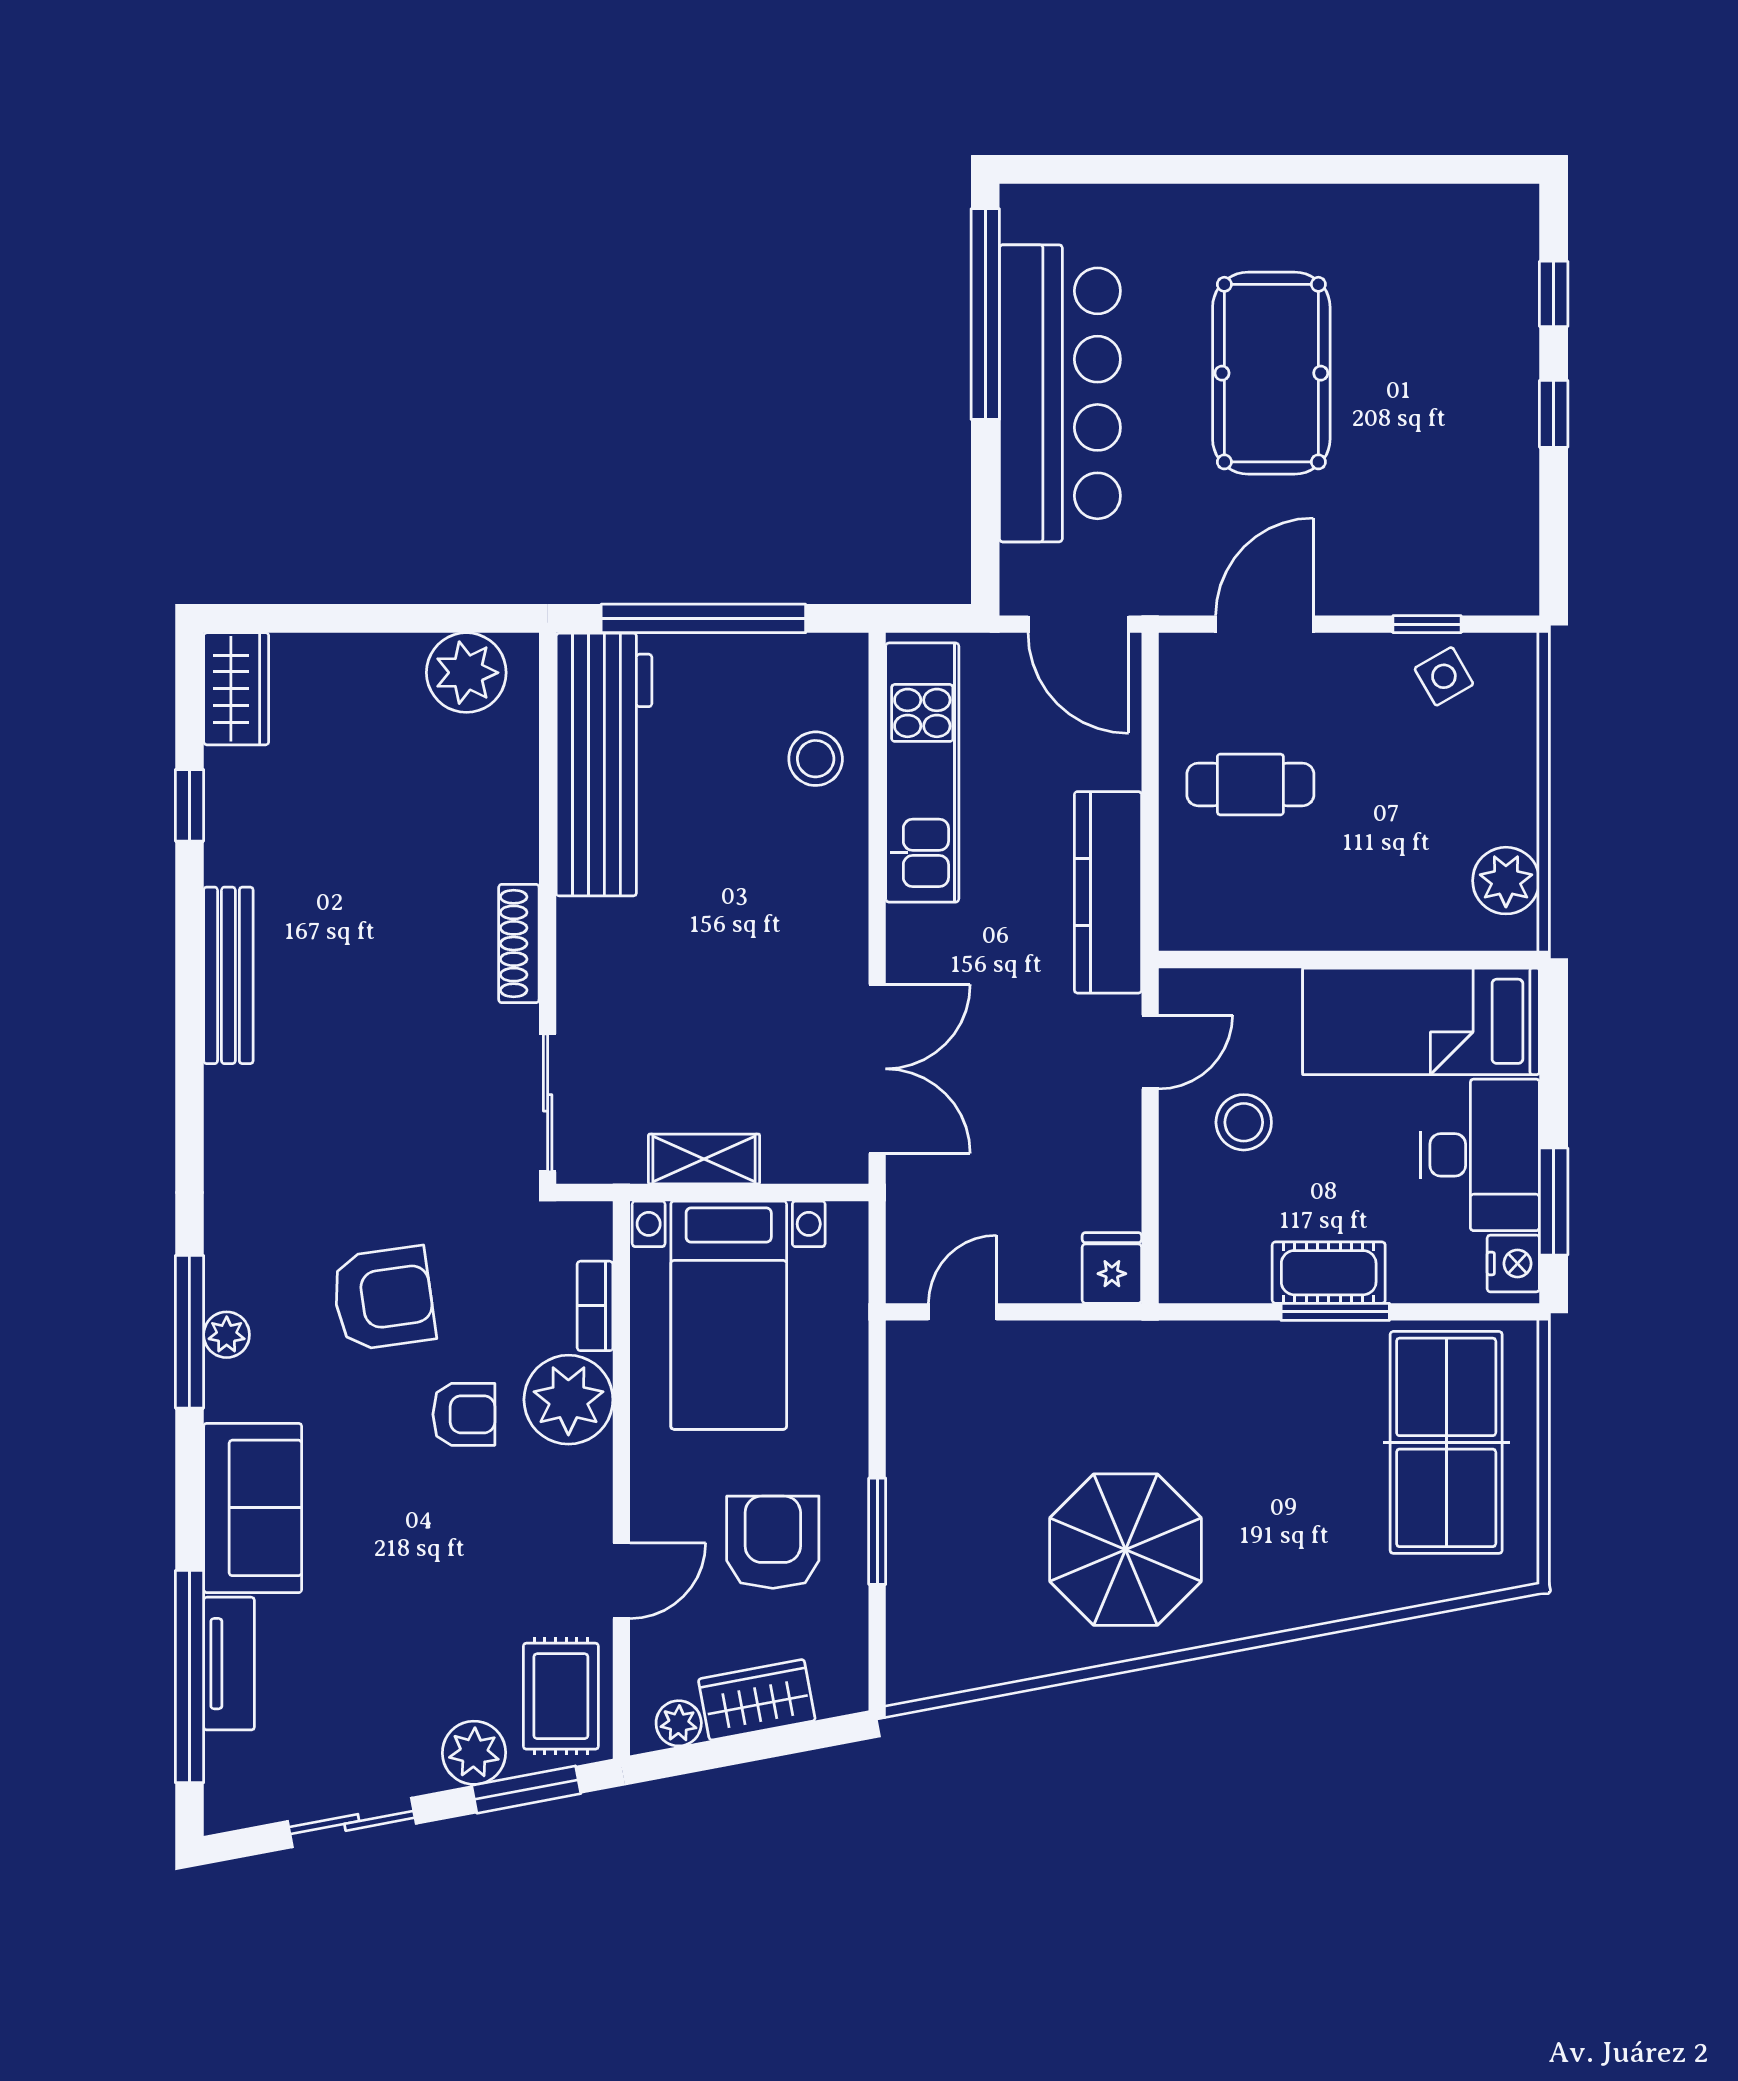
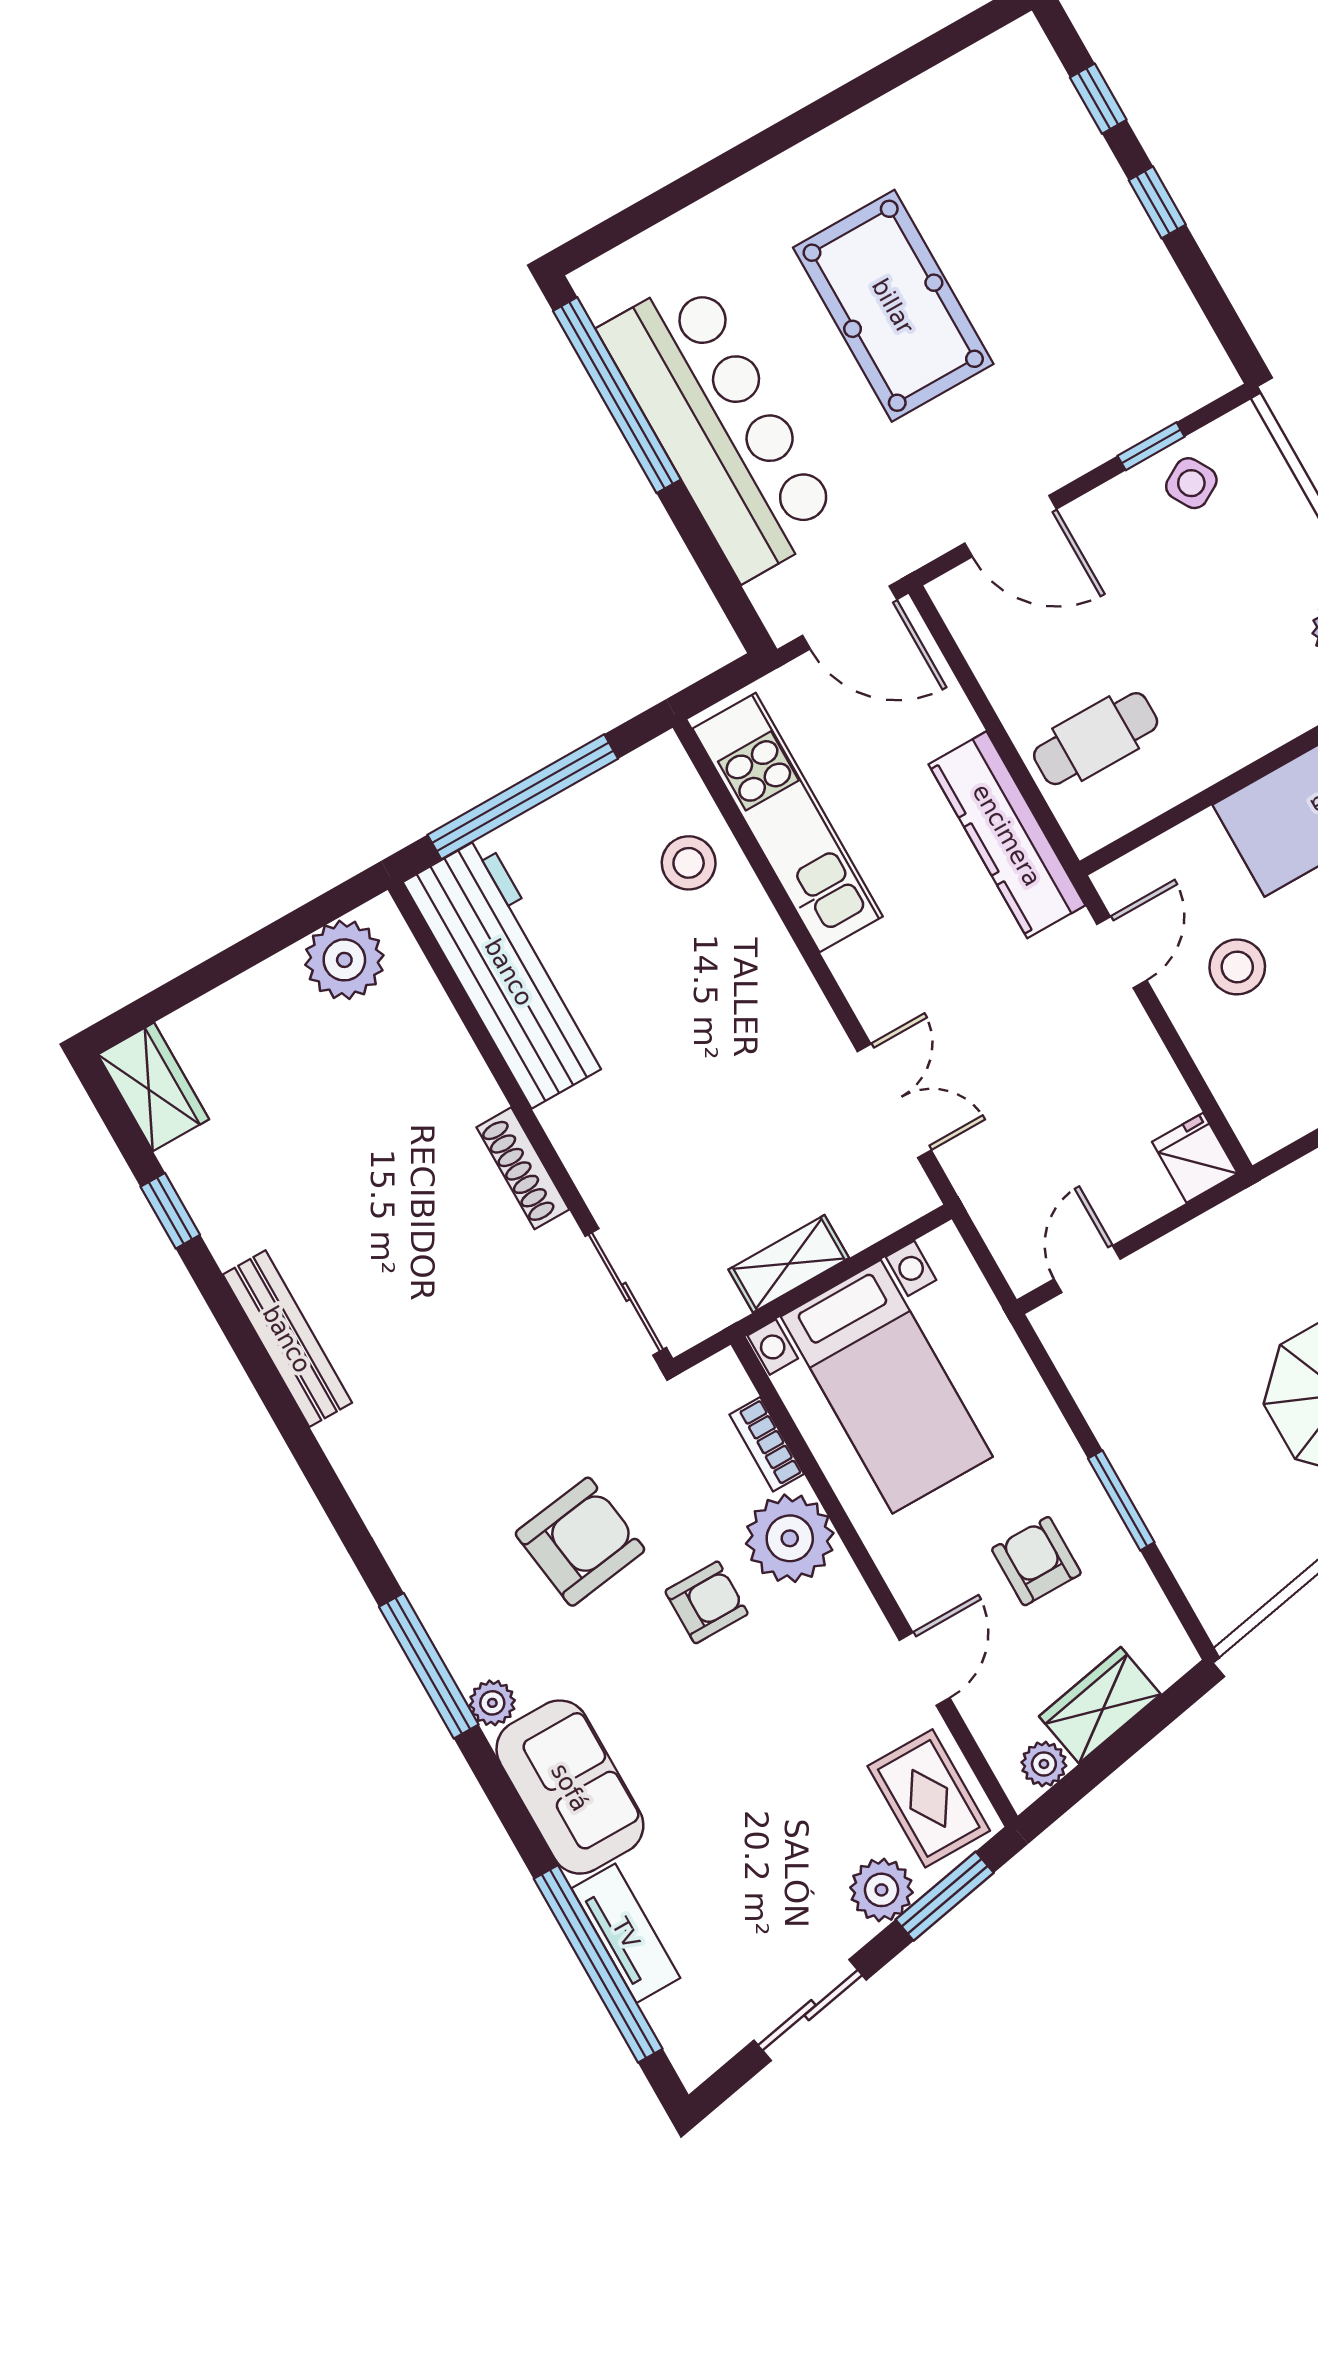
door: (1264, 624) -> (1011, 526), swing flipped
cafe table: (1250, 784) -> (1096, 739), moved
double door: (877, 1069) -> (894, 1101), width x0.73
plant: (227, 1335) -> (492, 1703), moved
armchair: (773, 1542) -> (1036, 1561), width x0.72, depth x0.72

